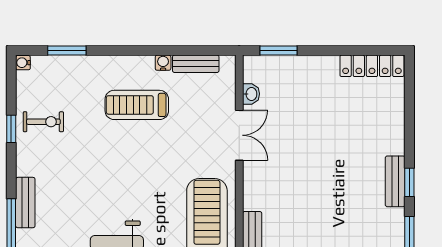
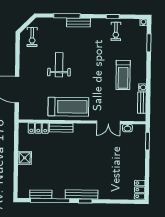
locker: (372, 66) -> (140, 190), width x0.66
treadmill: (137, 105) -> (123, 75), turned 180
bench: (395, 181) -> (82, 194), width x1.36

